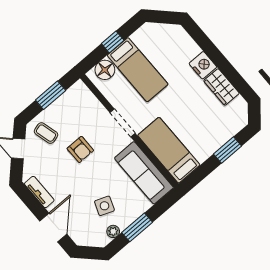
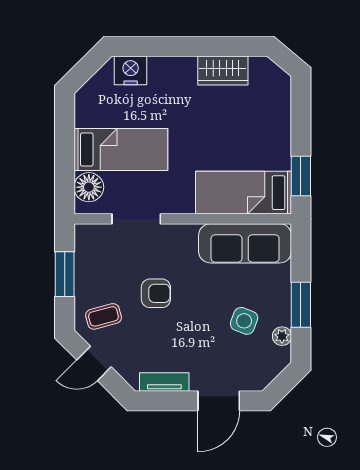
window: (113, 42) -> (65, 151), removed
nightstand: (203, 65) -> (131, 70), moved
doorway: (123, 123) -> (136, 219), moved
window: (227, 150) -> (301, 176), moved
door: (53, 228) -> (219, 401), swing flipped

